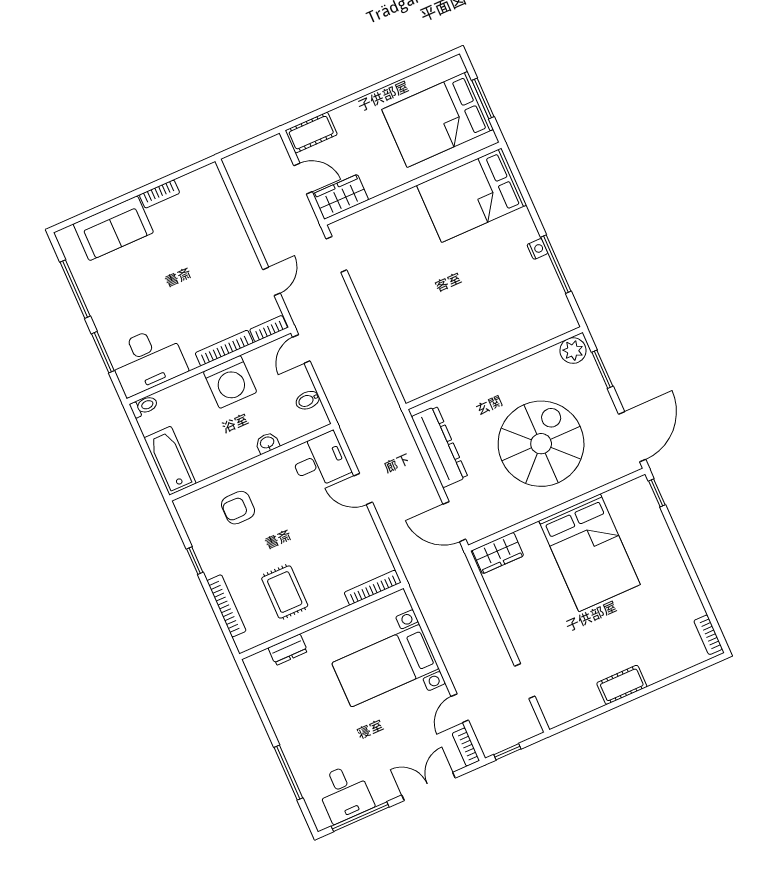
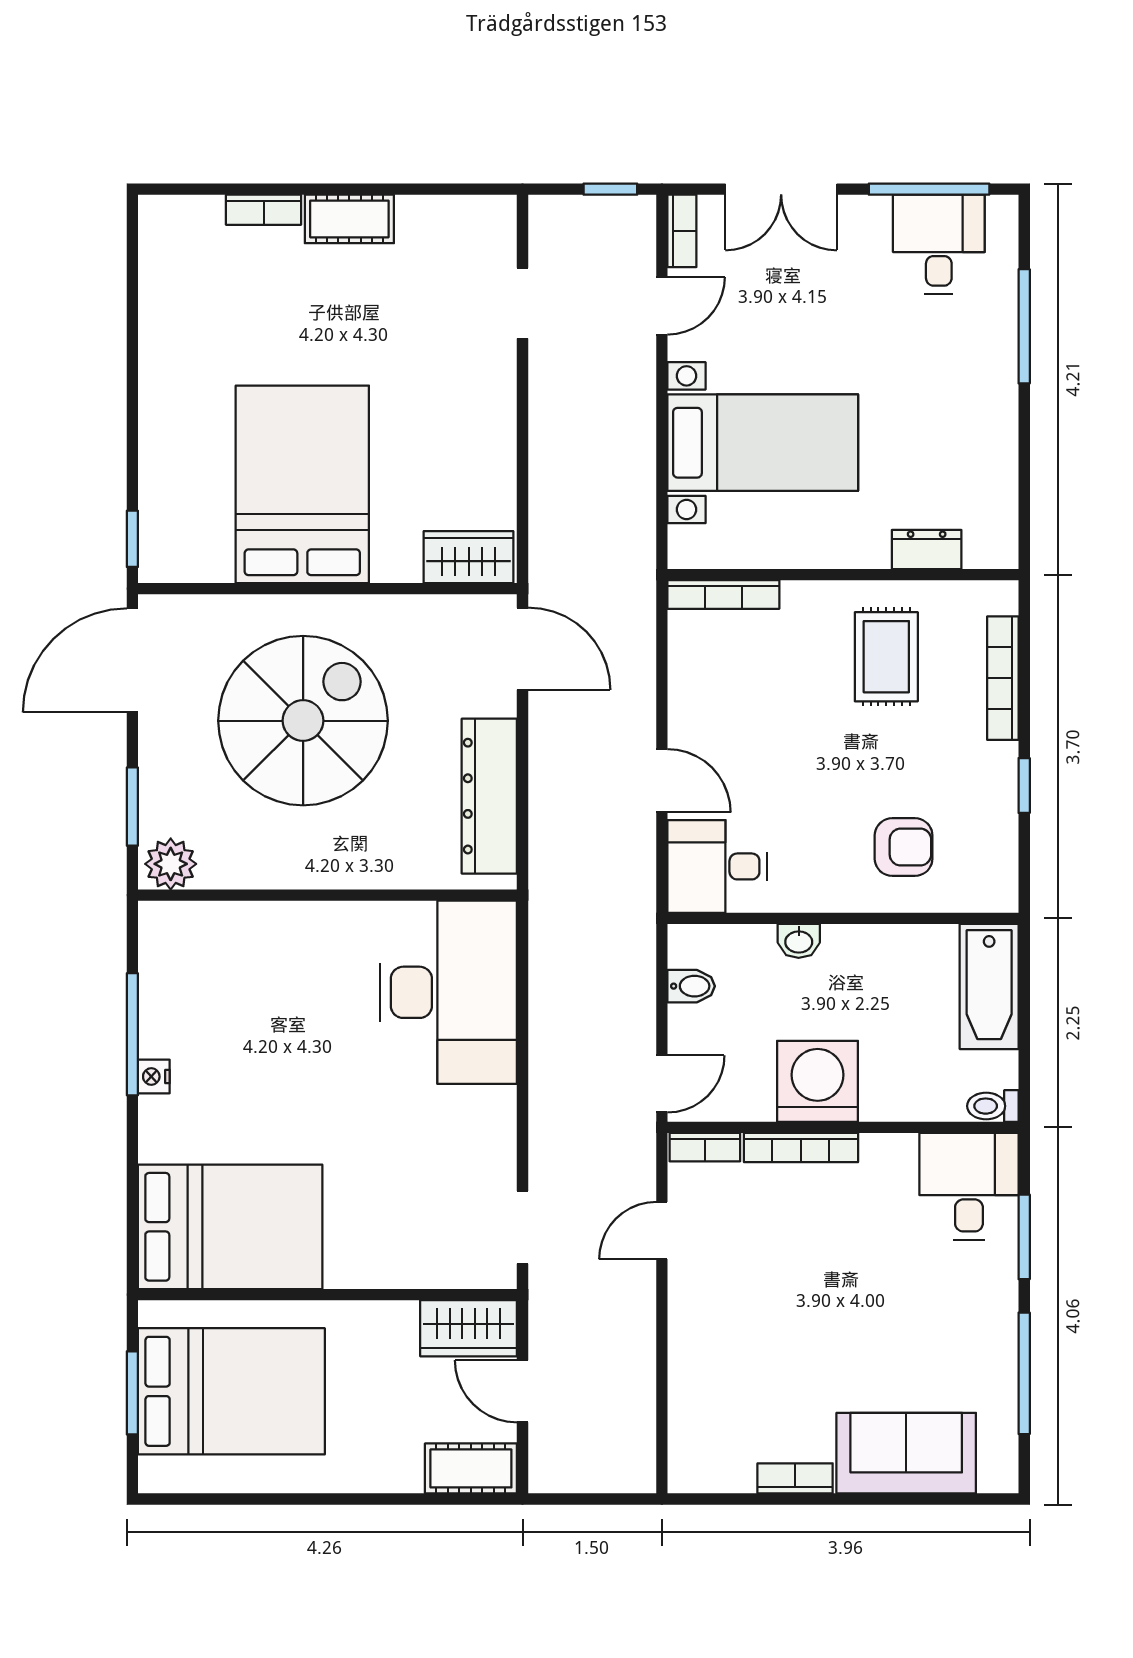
desk: (419, 348) -> (448, 992), added
desk: (147, 360) -> (969, 1187), width x0.73
spiral stairs: (541, 444) -> (303, 721), turned 180
bookcase: (708, 635) -> (264, 210), moved, turned 90

